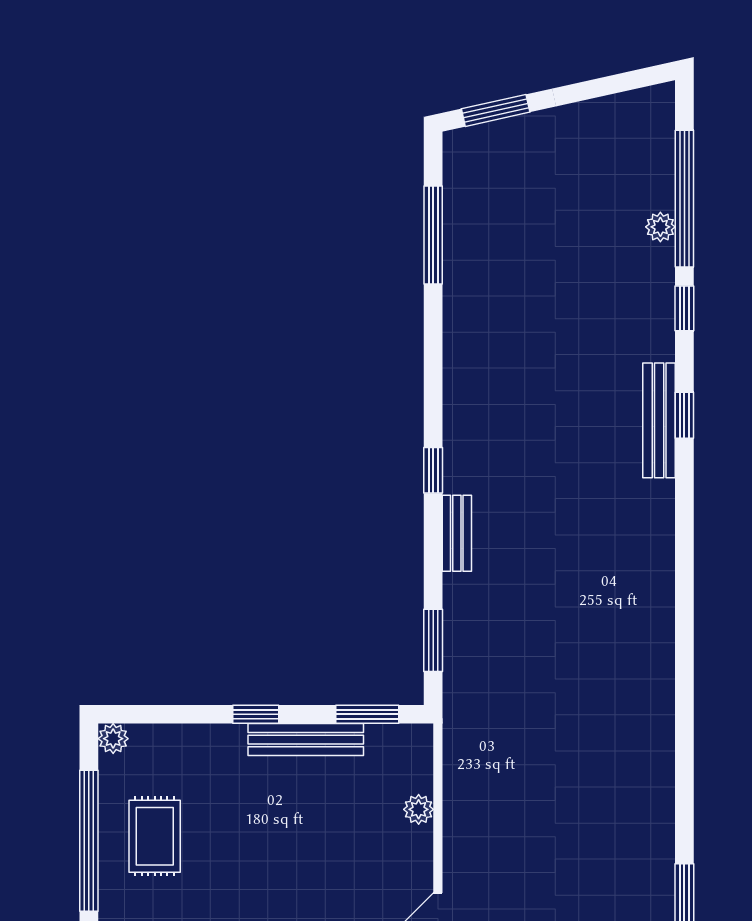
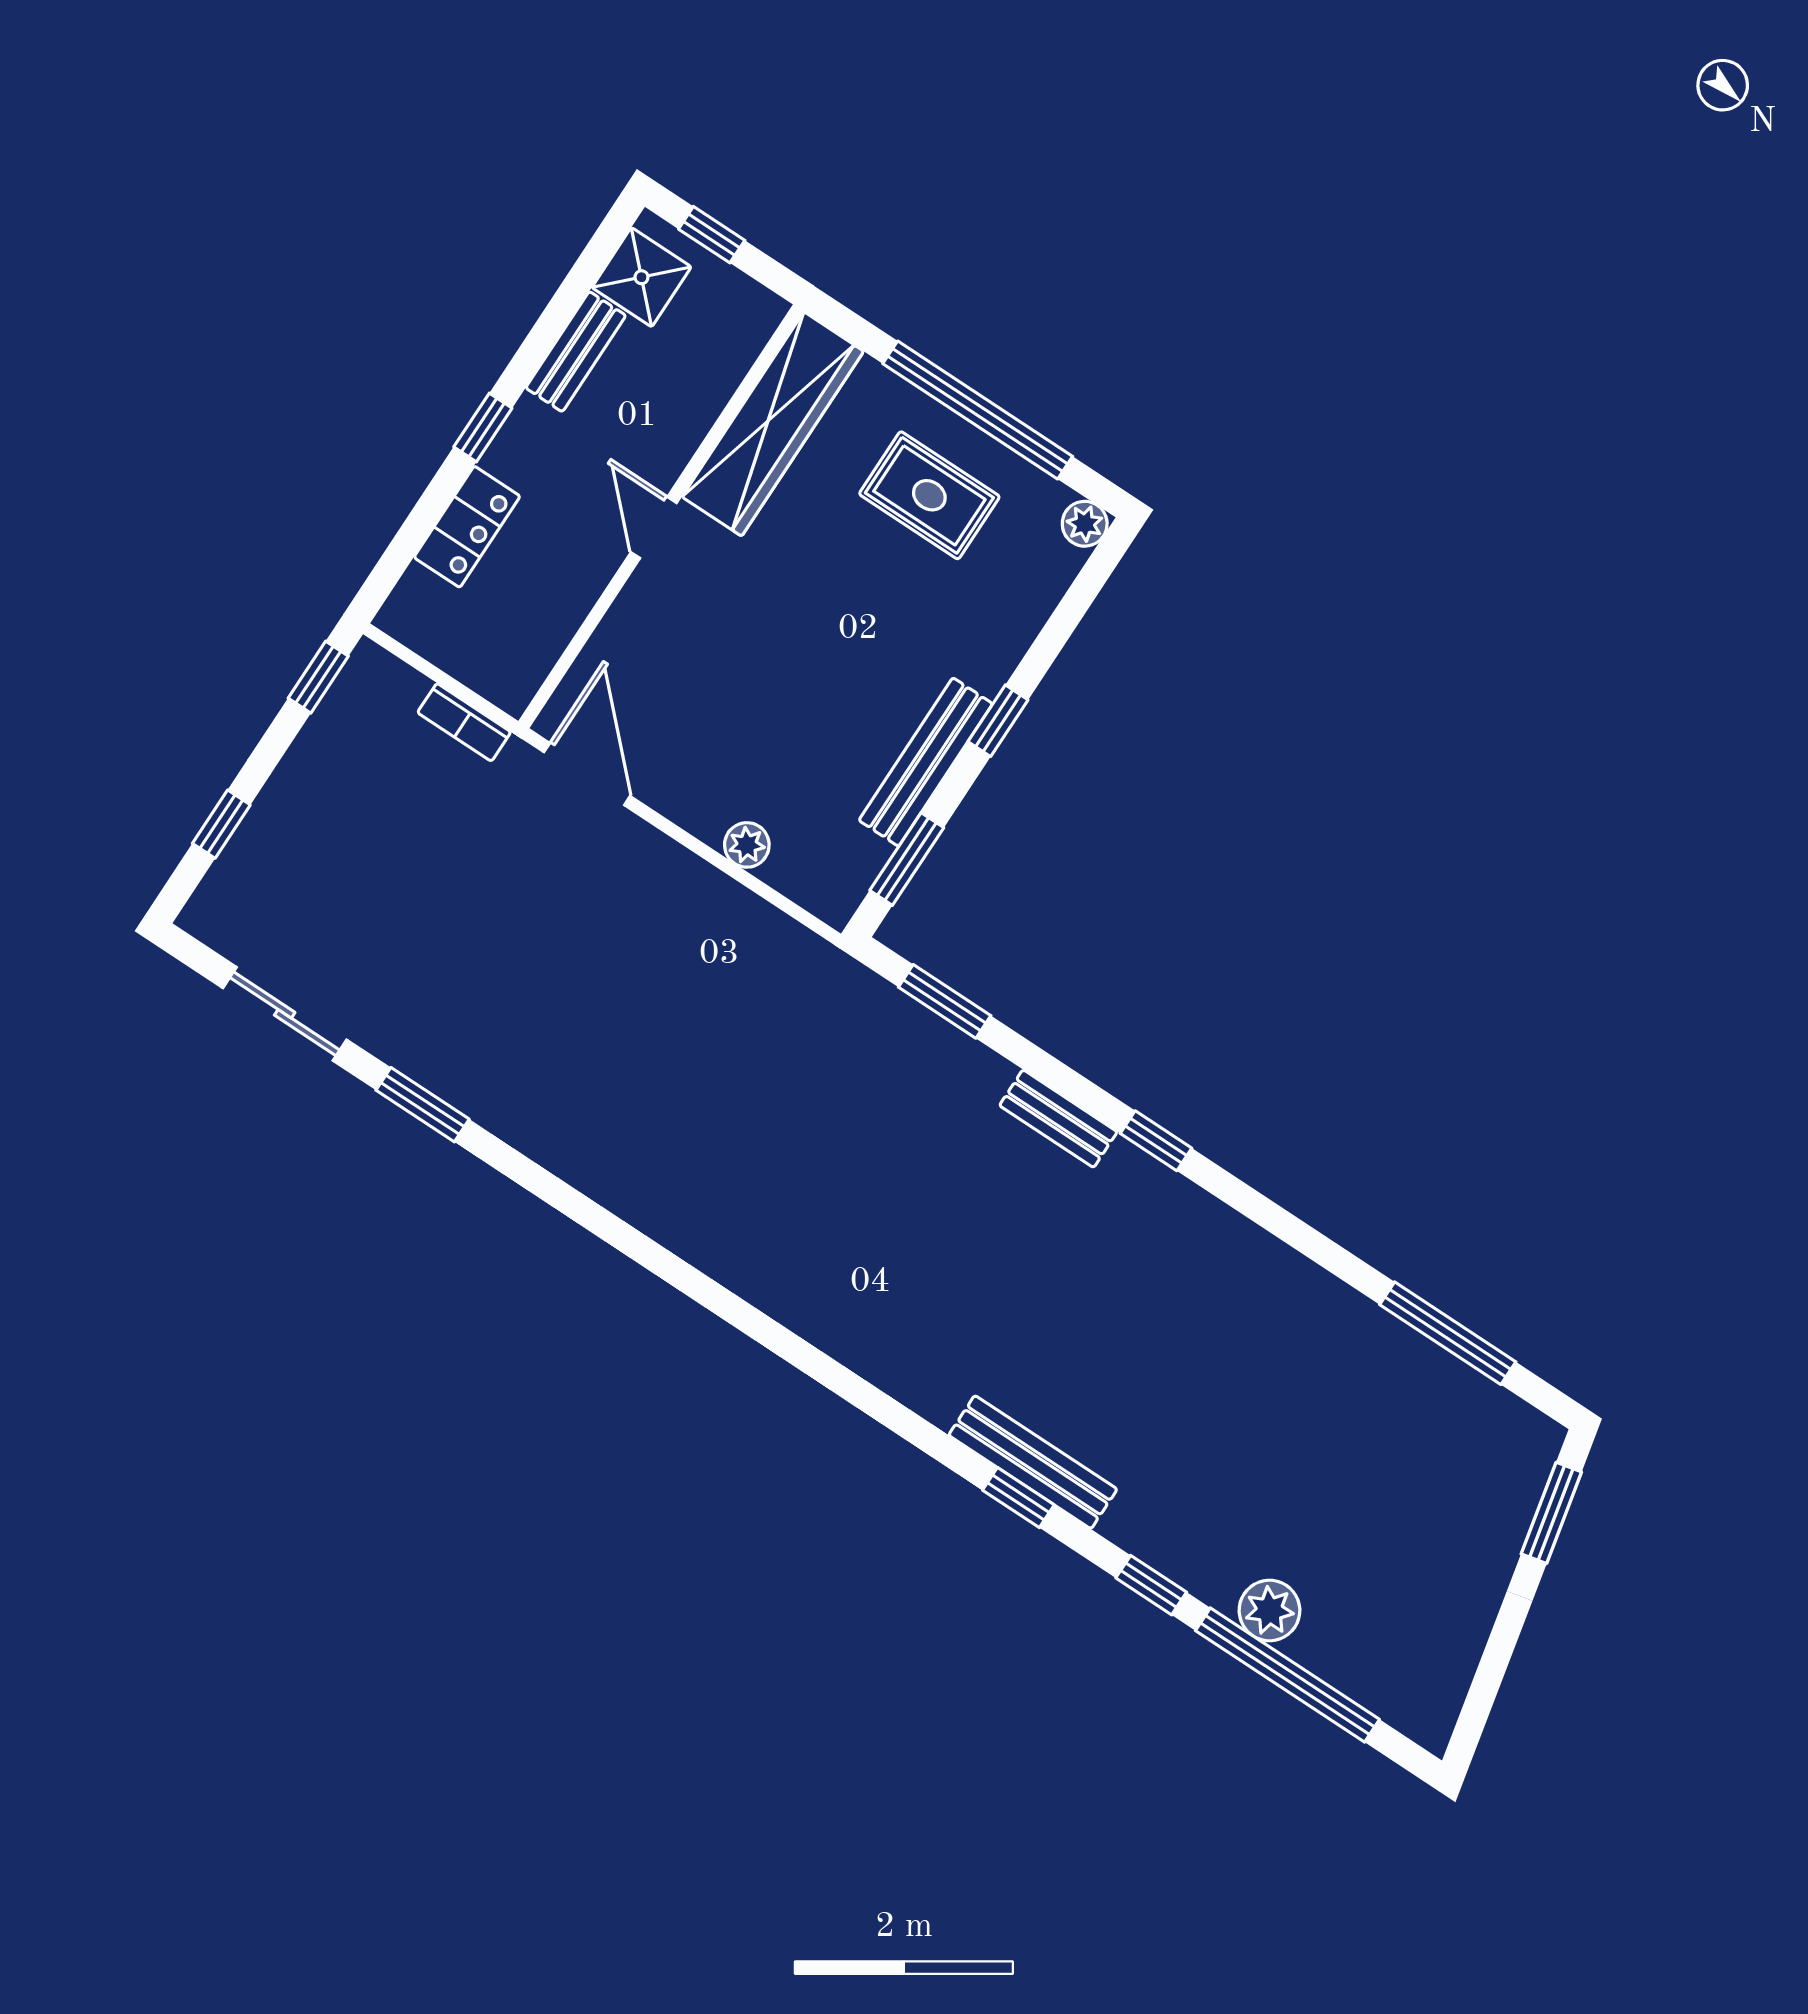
plant: (660, 227) -> (1269, 1610), width x1.38, depth x1.38

